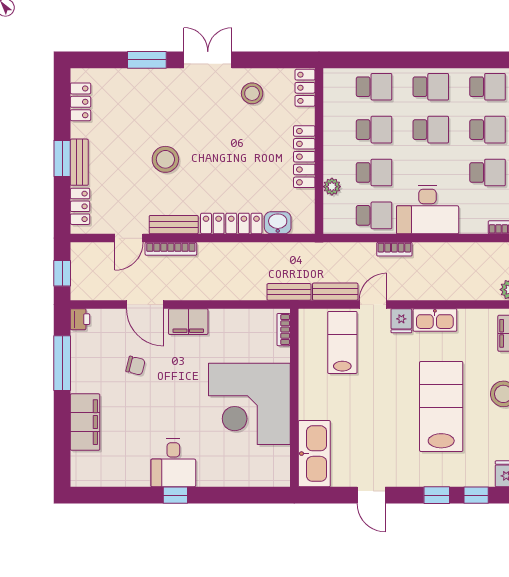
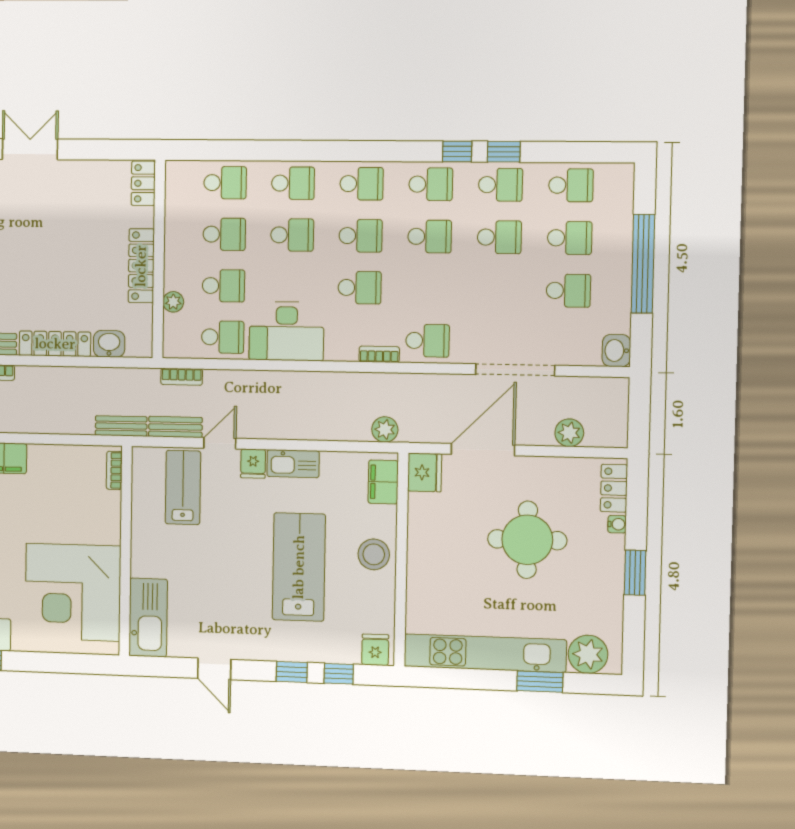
stool: (252, 93) -> (81, 190), removed
bookcase: (394, 249) -> (182, 377), moved
corner desk: (249, 404) -> (73, 592), moved

